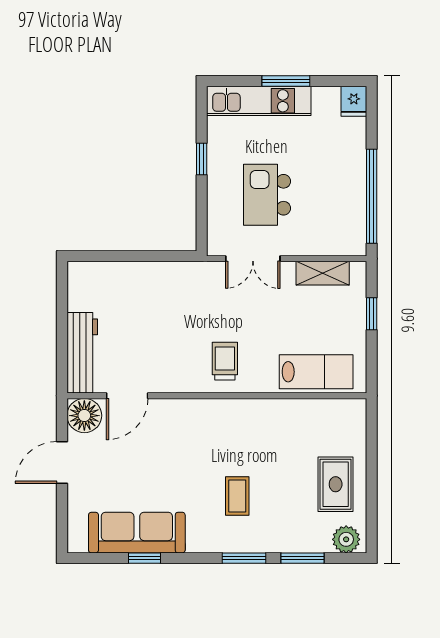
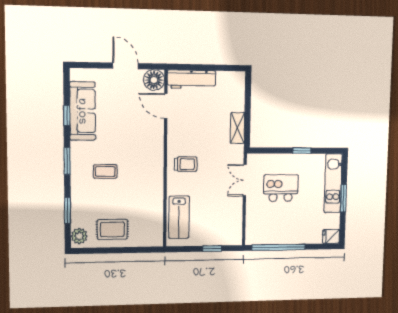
shelving: (323, 273) -> (237, 128), moved
window: (244, 558) -> (67, 161), moved

